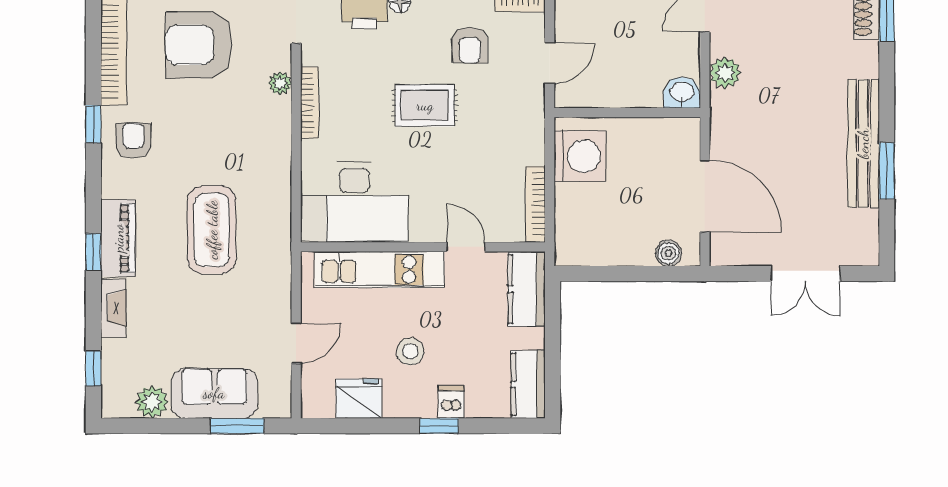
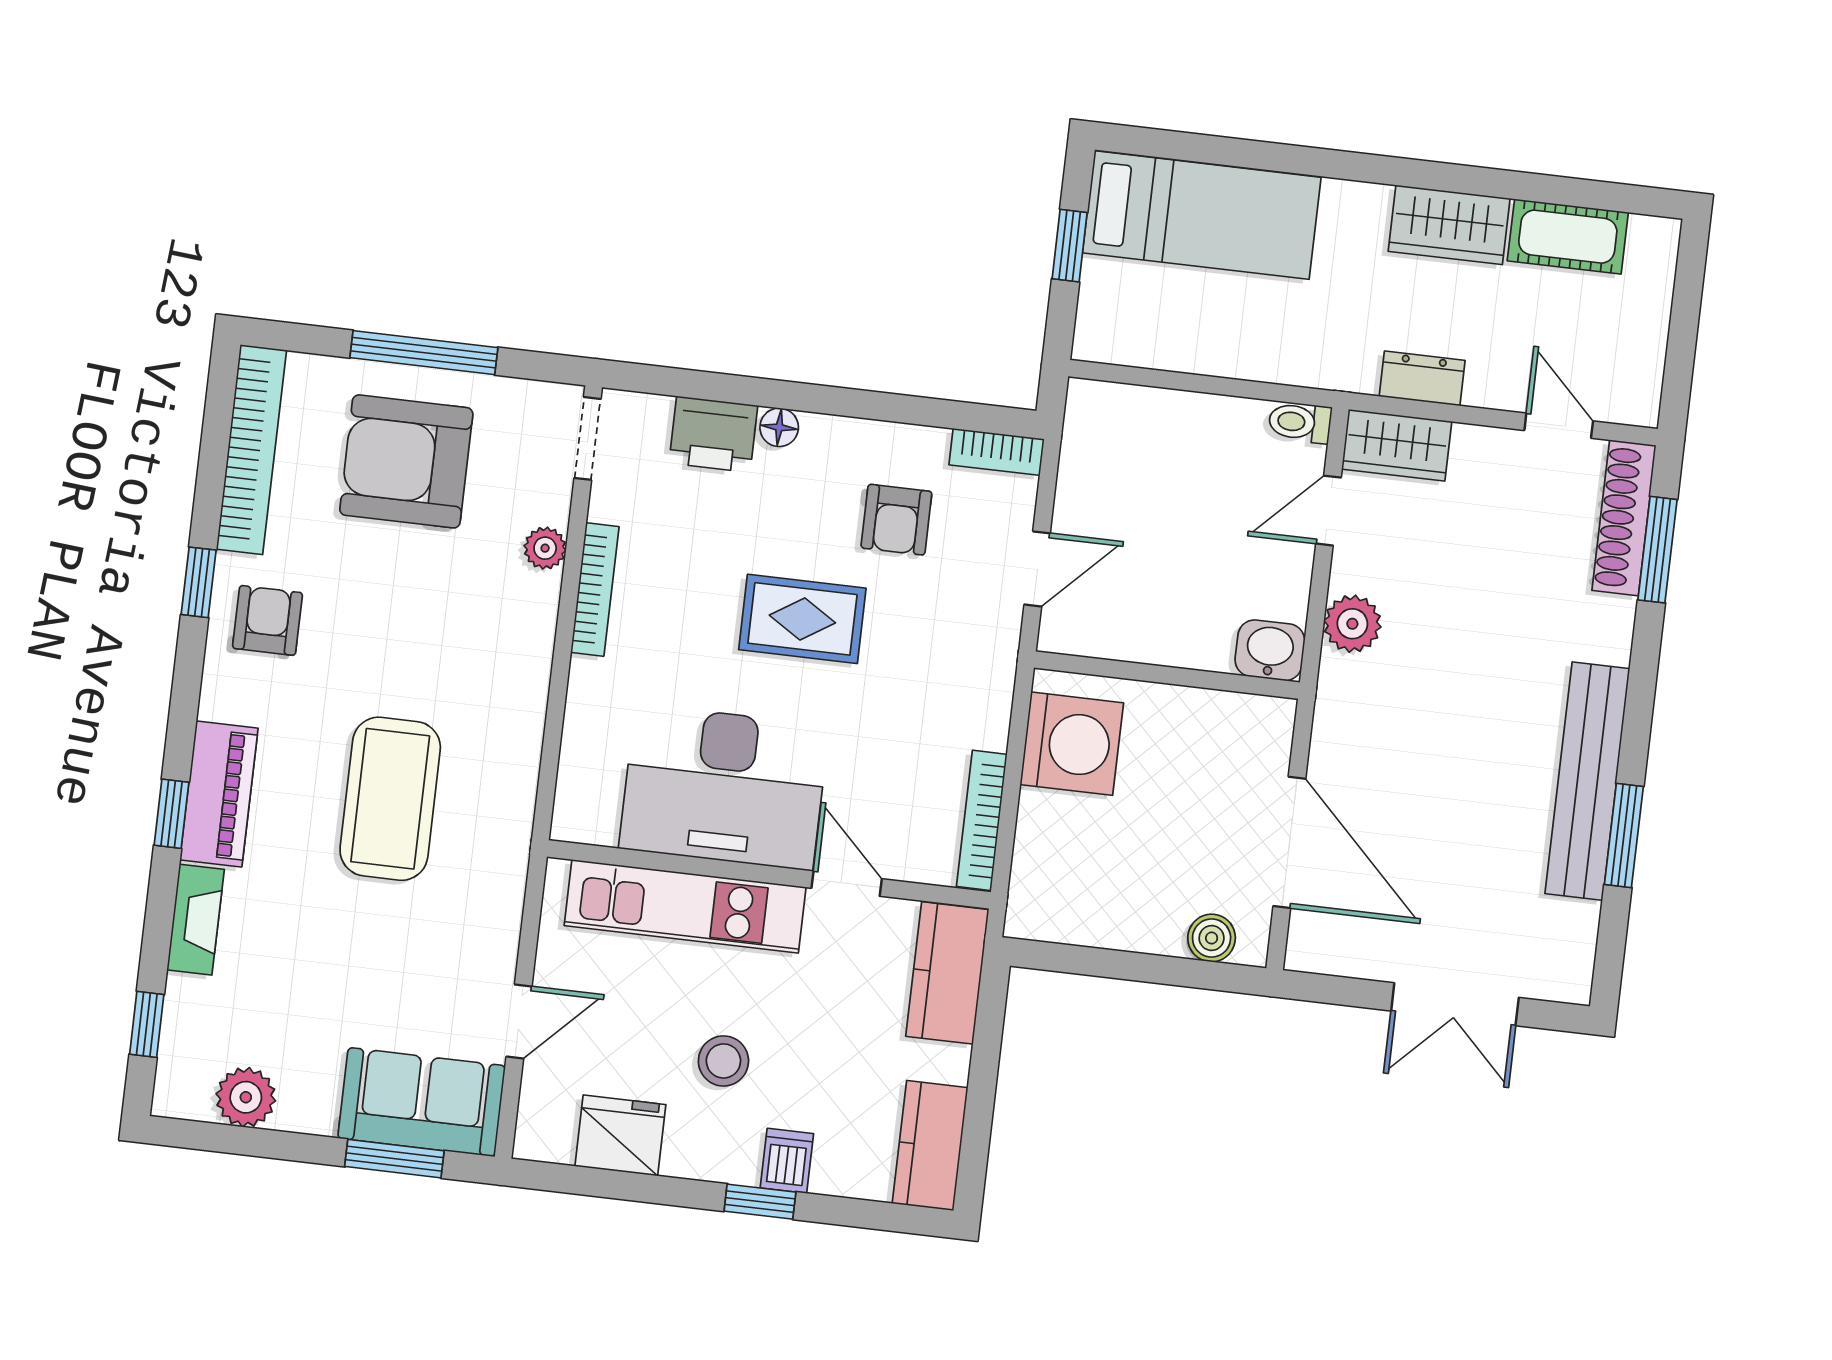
desk: (354, 202) -> (724, 787), moved
sofa: (214, 393) -> (422, 1102), moved

